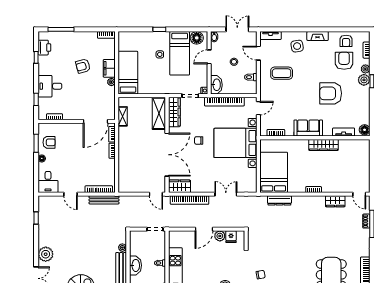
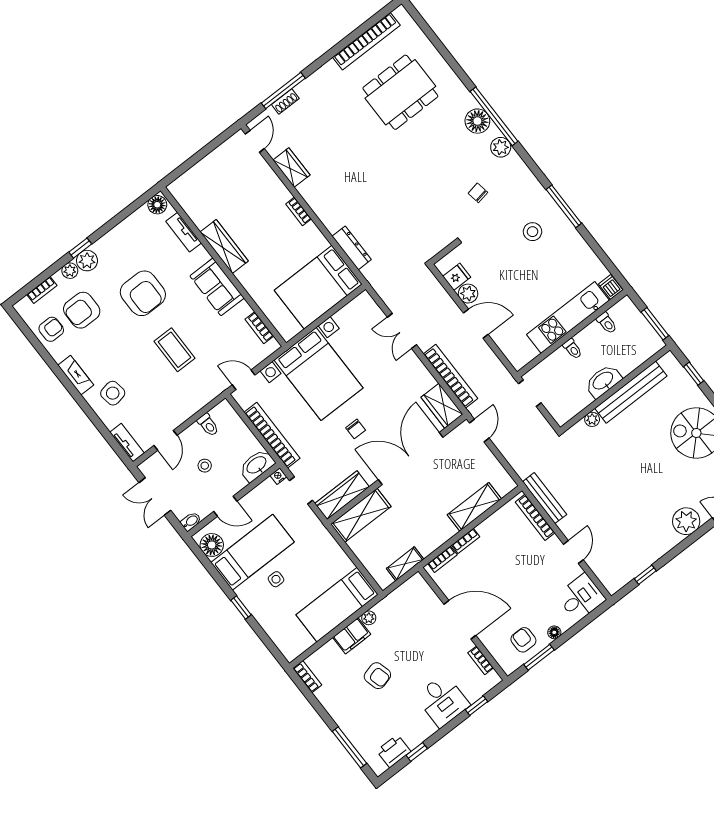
coffee table: (282, 73) -> (175, 350), moved
door: (96, 121) -> (460, 620), moved
shelving: (124, 166) -> (474, 507), added

